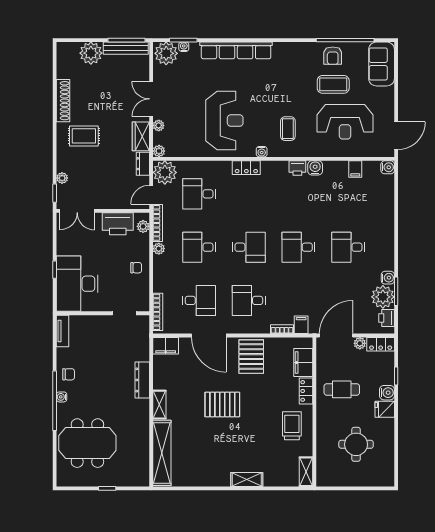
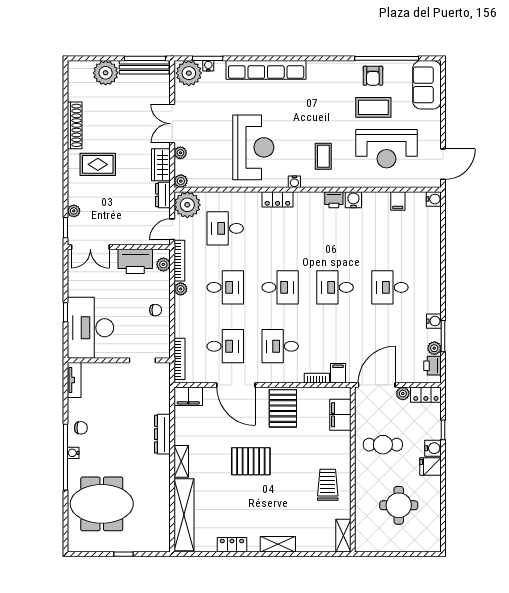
desk: (199, 247) -> (225, 287), turned 180
plant: (383, 297) -> (434, 348), width x0.53, depth x0.53
locker: (306, 391) -> (232, 545), moved, turned 90

